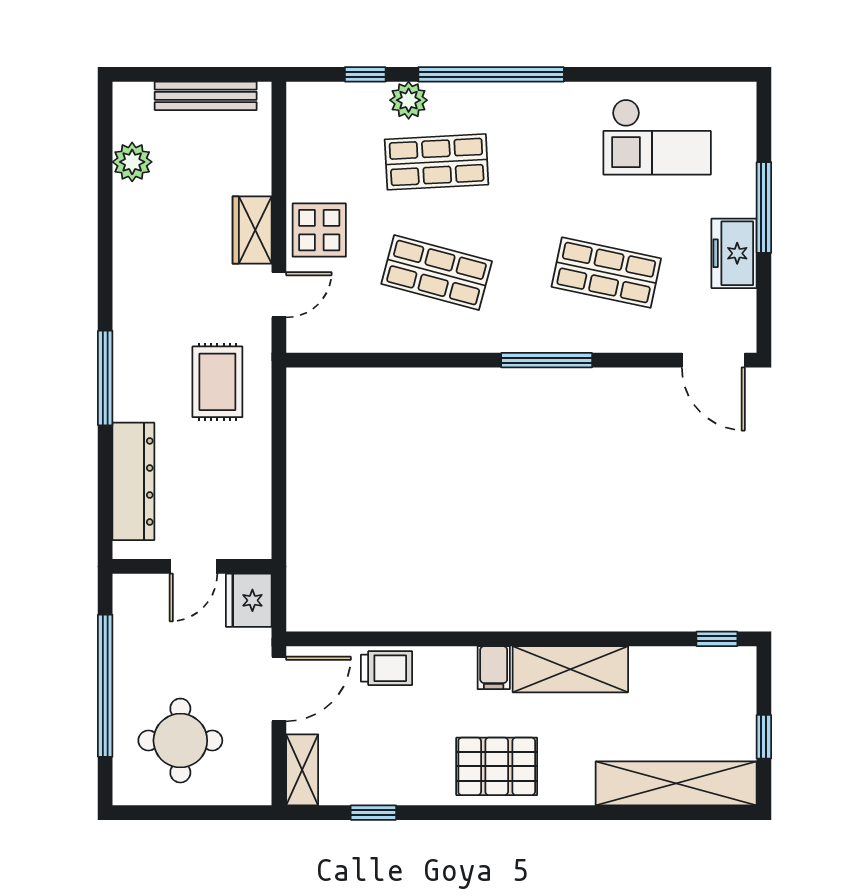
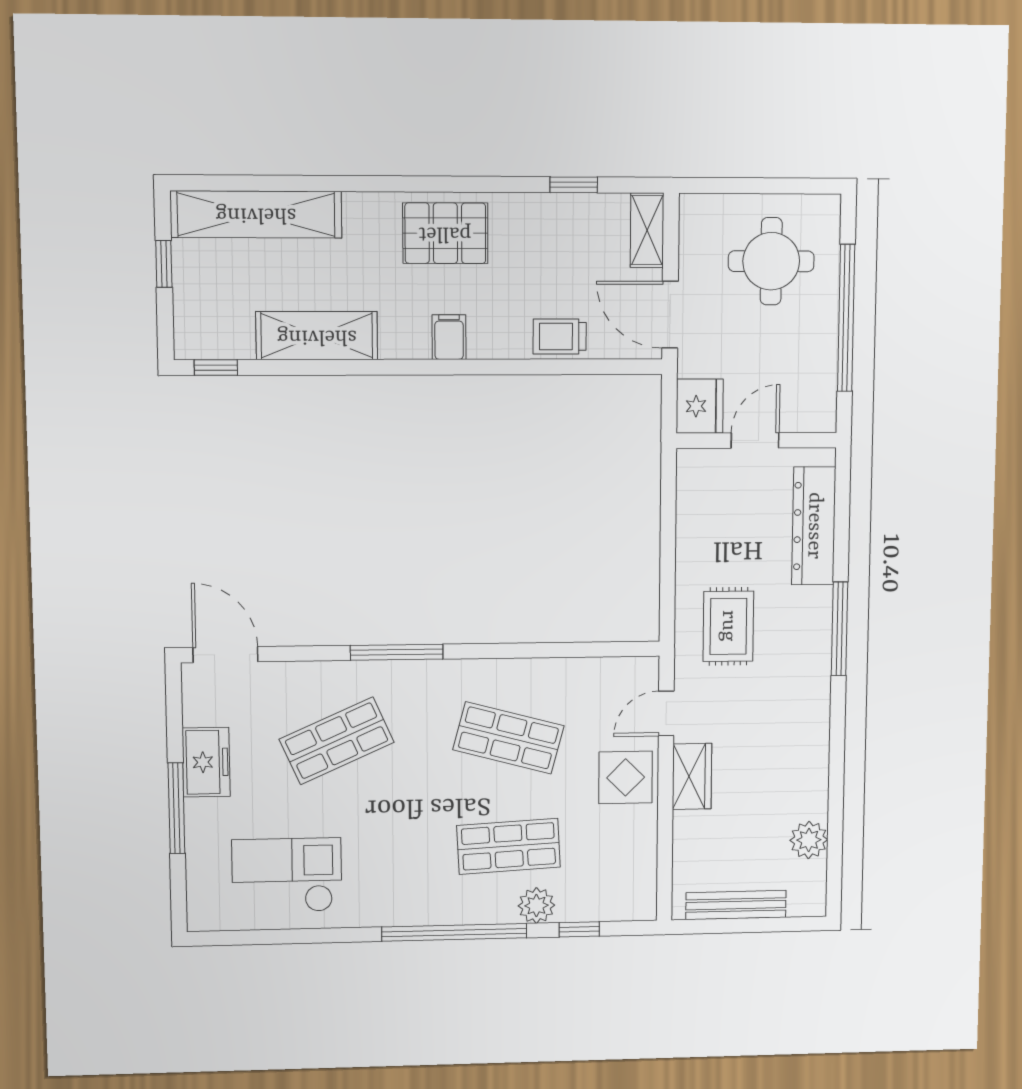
shop shelf: (606, 273) -> (337, 741), turned -36
shelving: (570, 669) -> (317, 336), moved
door: (279, 689) -> (670, 315), hinge flipped

